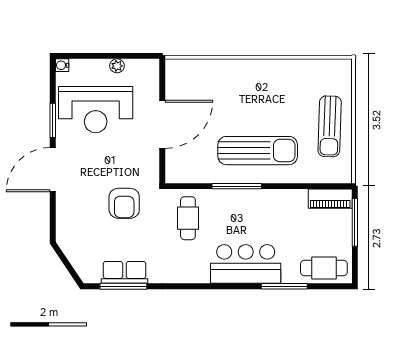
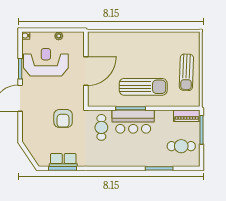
reception desk: (96, 110) -> (46, 62), turned 180
bar counter: (246, 264) -> (133, 122), moved, turned 180
cafe table: (324, 268) -> (181, 146), moved

